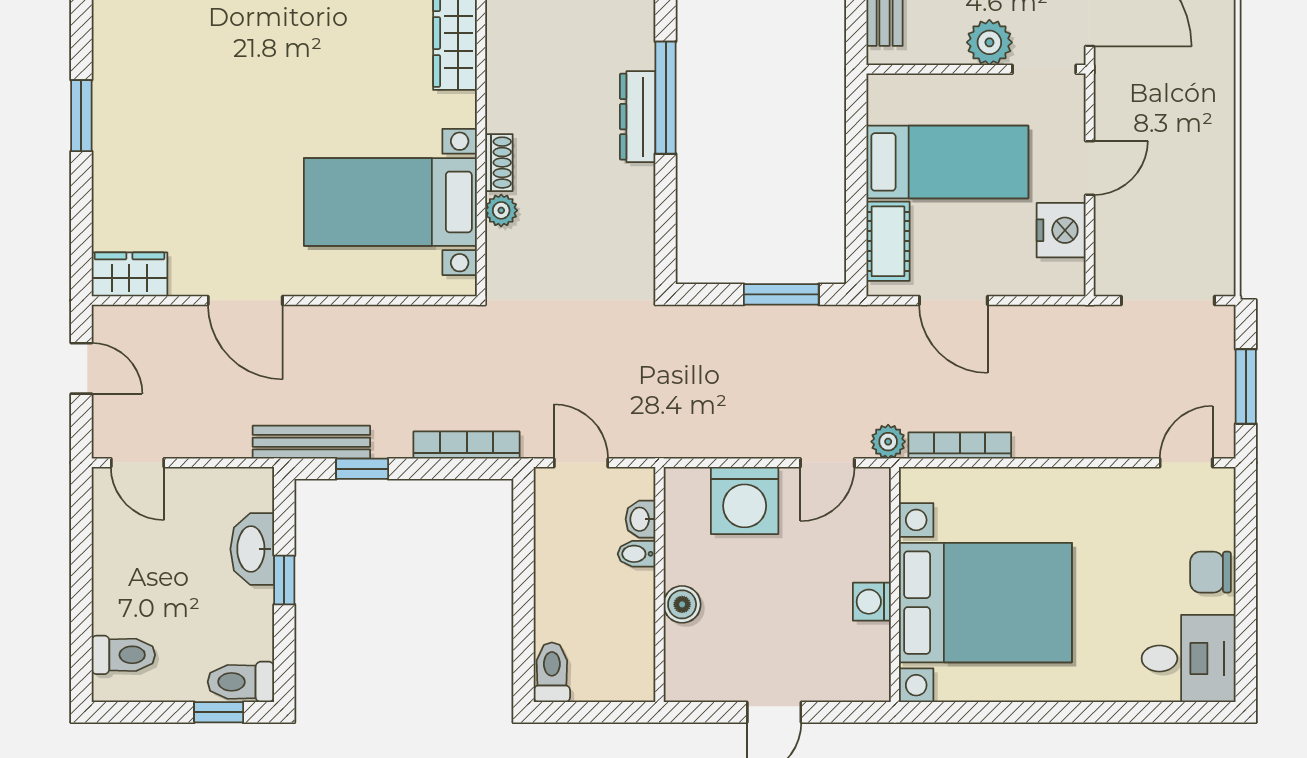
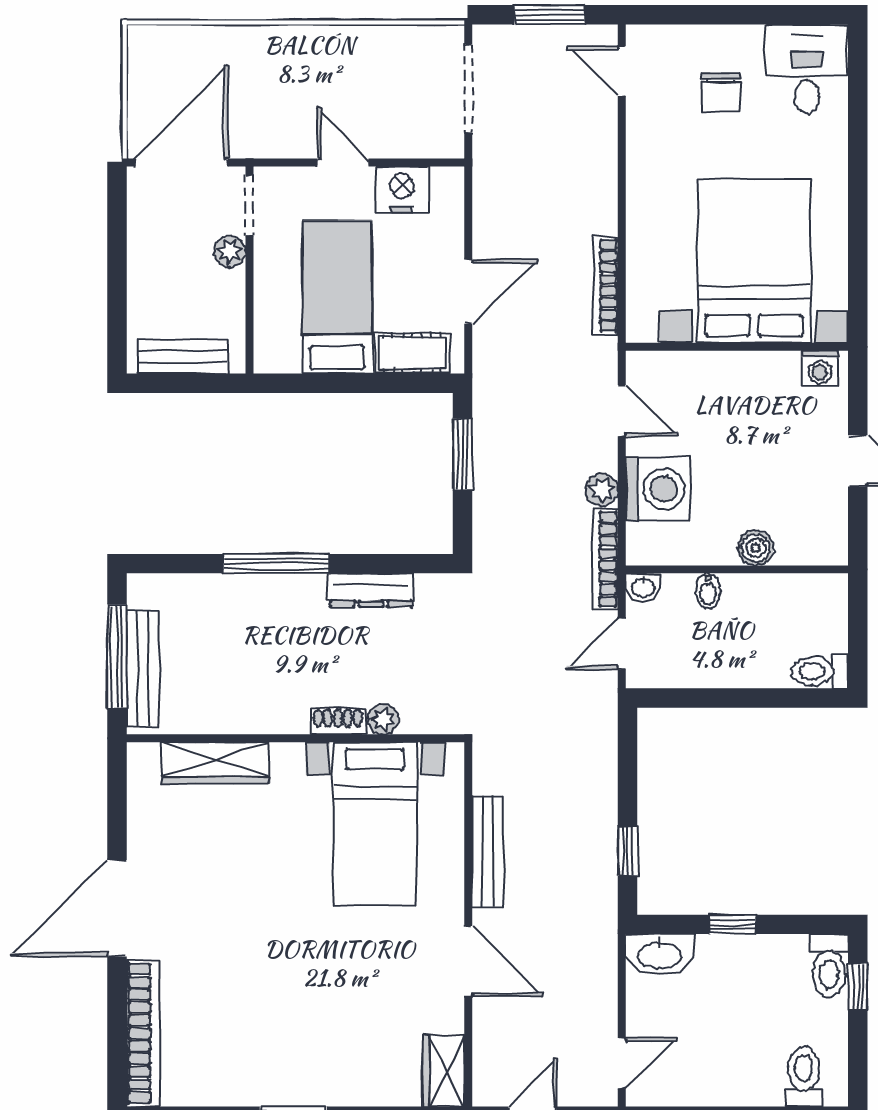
plant: (989, 42) -> (230, 251), width x0.73, depth x0.73
dresser: (638, 117) -> (371, 590), moved
door: (245, 300) -> (468, 961), hinge flipped
bench: (311, 442) -> (488, 852), moved
plant: (888, 442) -> (602, 490), moved
bookcase: (467, 445) -> (605, 559), moved
washbasin: (640, 519) -> (643, 587), moved
washbasin: (252, 549) -> (660, 955), moved
chair: (1211, 572) -> (721, 92), moved
washing machine: (872, 602) -> (820, 369), moved

